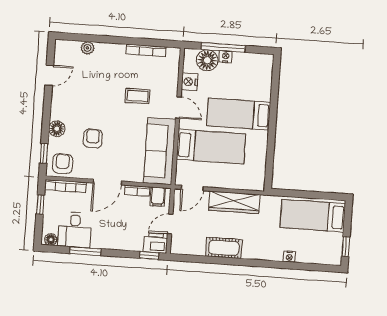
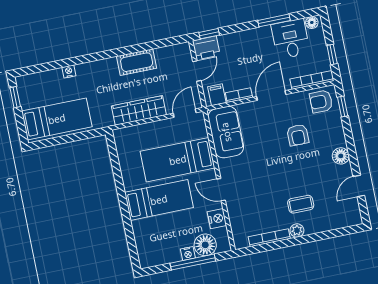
plant: (87, 48) -> (297, 230), moved
coffee table: (137, 96) -> (301, 204), moved
floor lamp: (57, 129) -> (341, 156), moved
sofa: (160, 151) -> (226, 132), width x0.73
armchair: (63, 164) -> (321, 101), turned 90

